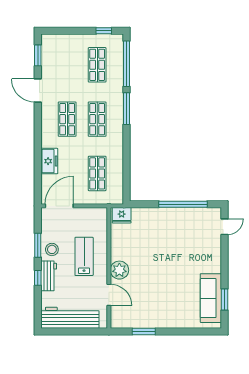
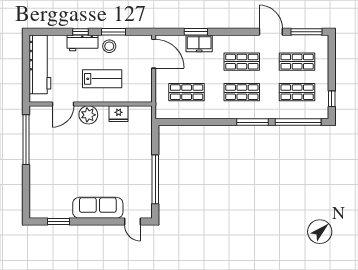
window: (38, 55) -> (307, 32), width x1.44
shop shelf: (67, 65) -> (297, 62), added
door: (38, 91) -> (271, 32), hinge flipped
window: (38, 164) -> (196, 32), added
fridge: (122, 215) -> (119, 114), moved, turned -90
sofa: (211, 298) -> (98, 208), moved
window: (144, 331) -> (26, 140), width x2.11

